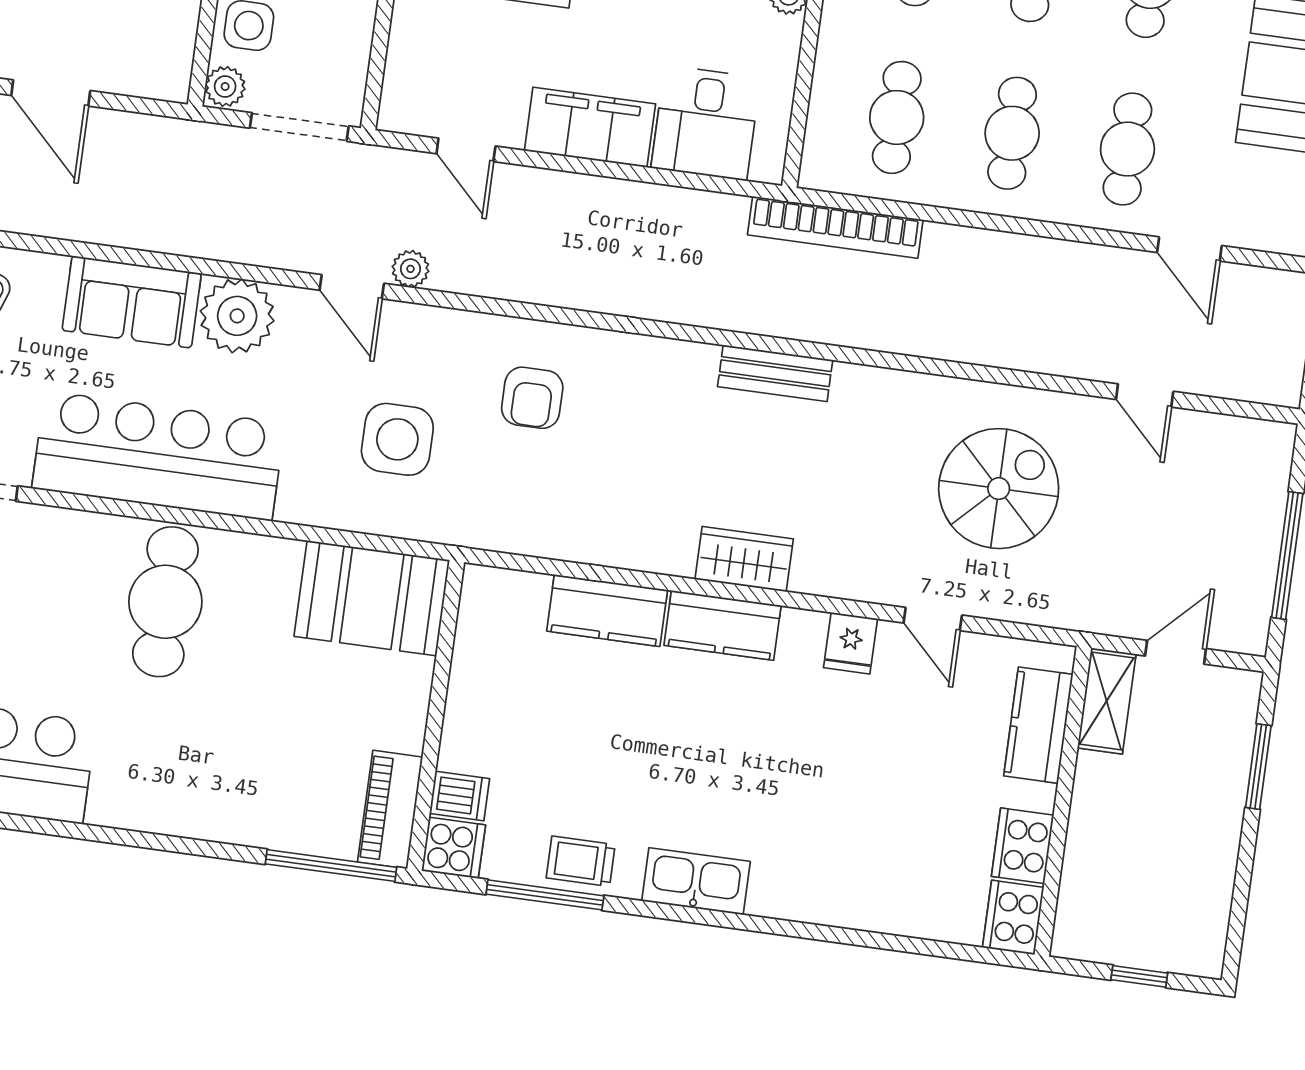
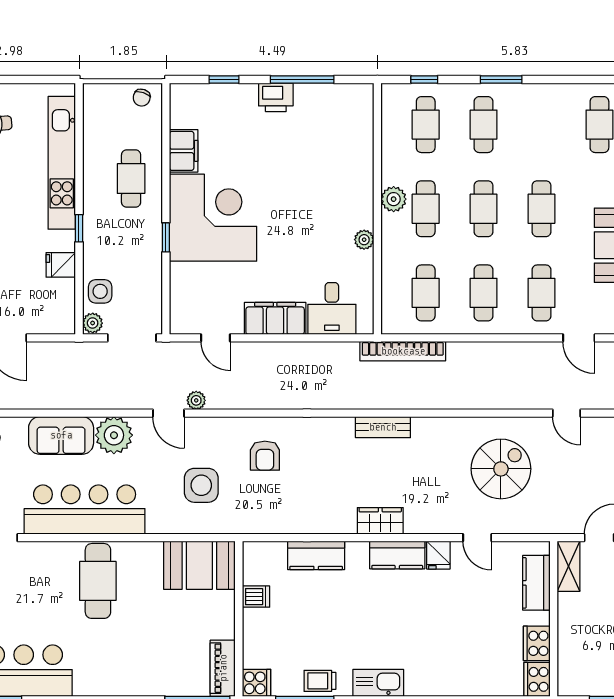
kitchen counter: (723, 625) -> (397, 555), moved
dishwasher: (460, 796) -> (256, 597), moved

